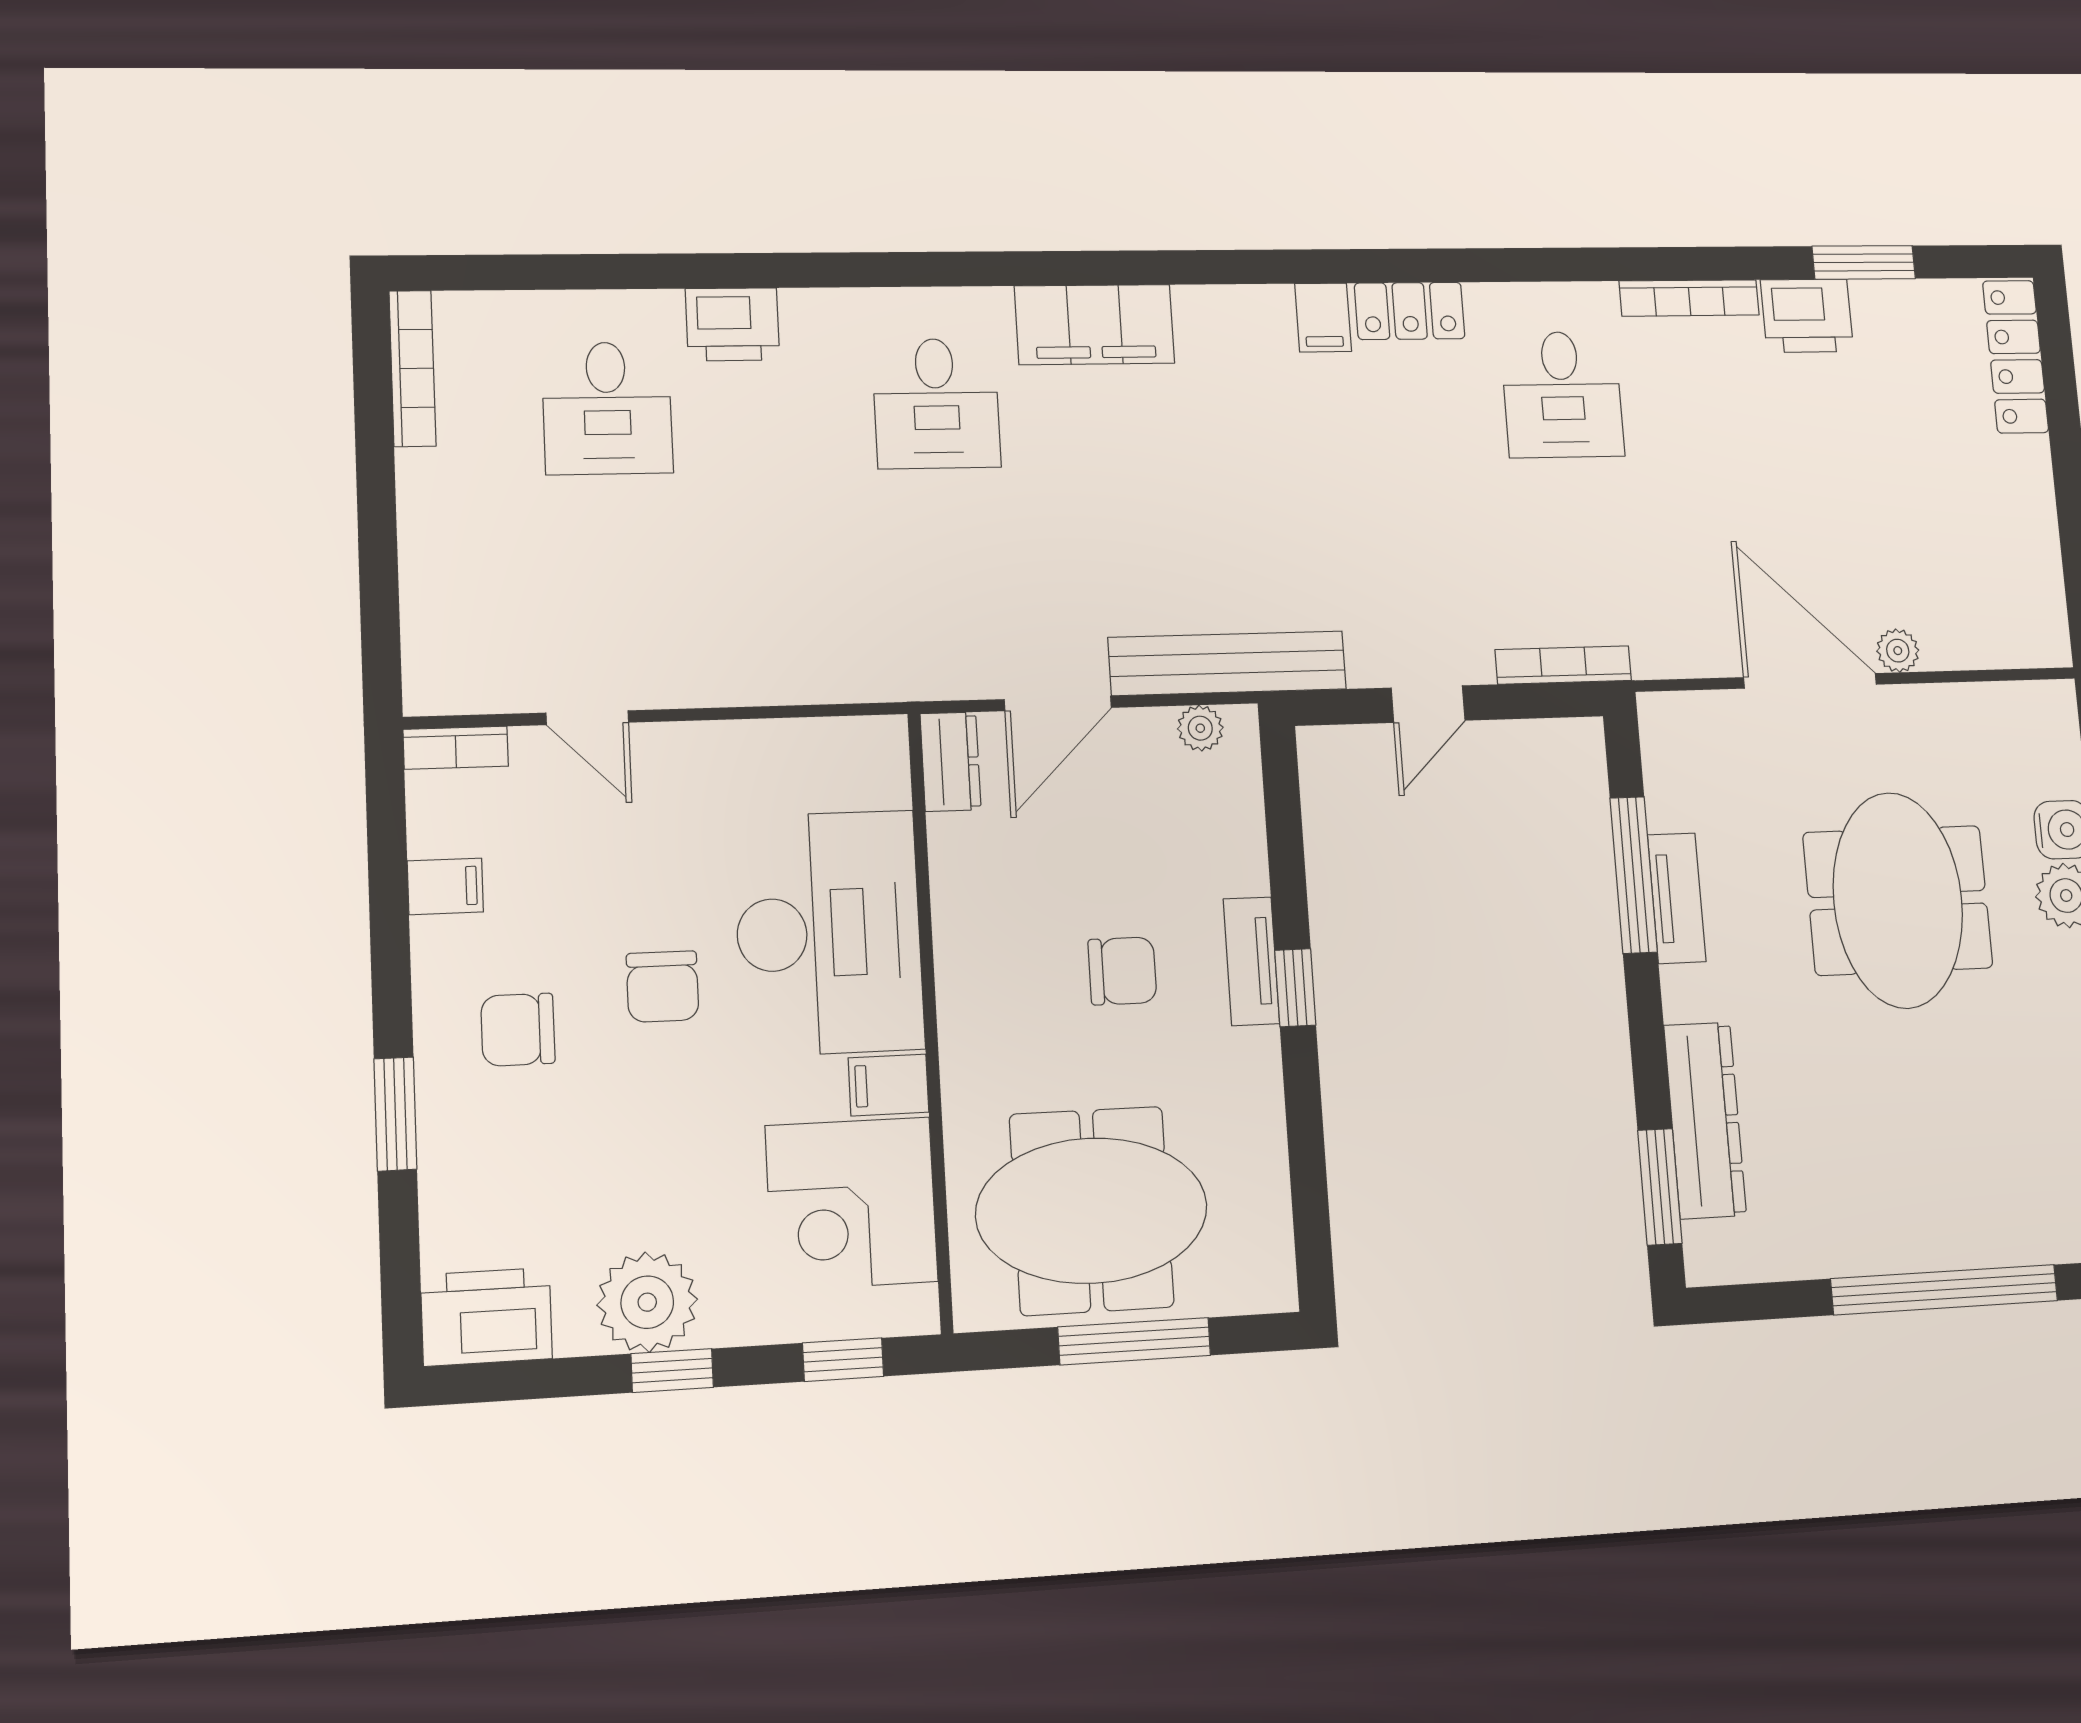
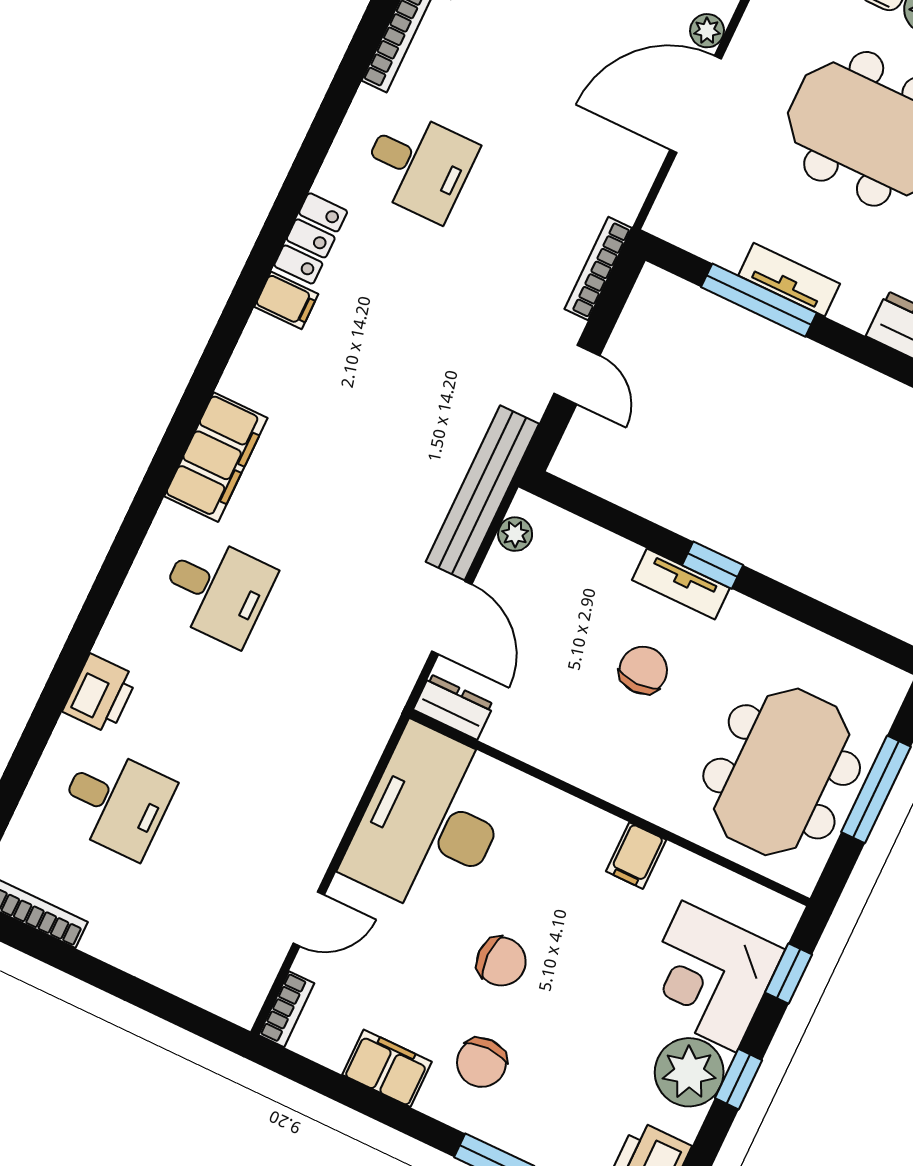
filing cabinet: (445, 886) -> (387, 1068), width x2.00
desk: (829, 933) -> (430, 822), moved, turned -90
corner desk: (852, 1204) -> (709, 976), moved, turned 90

